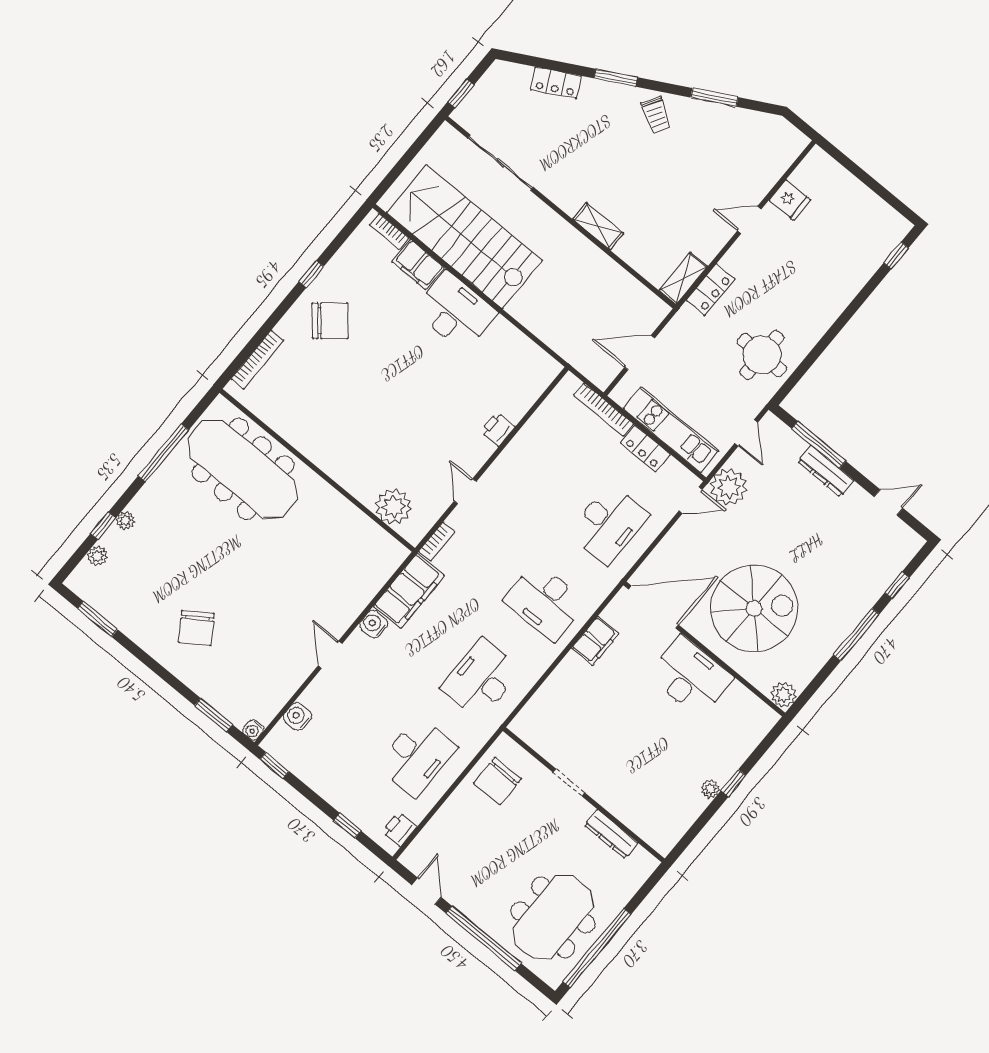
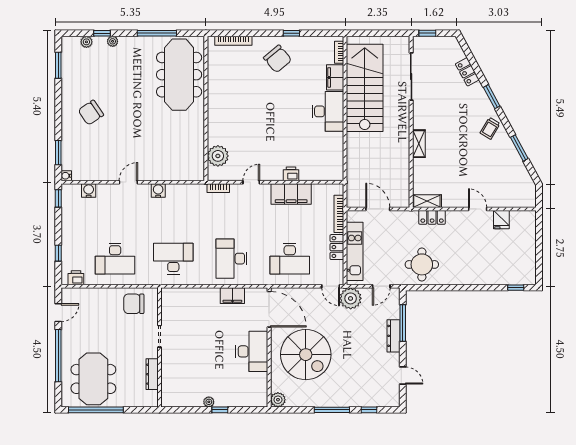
filing cabinet: (409, 591) -> (291, 194), moved
meeting table: (553, 917) -> (93, 379), turned 90

